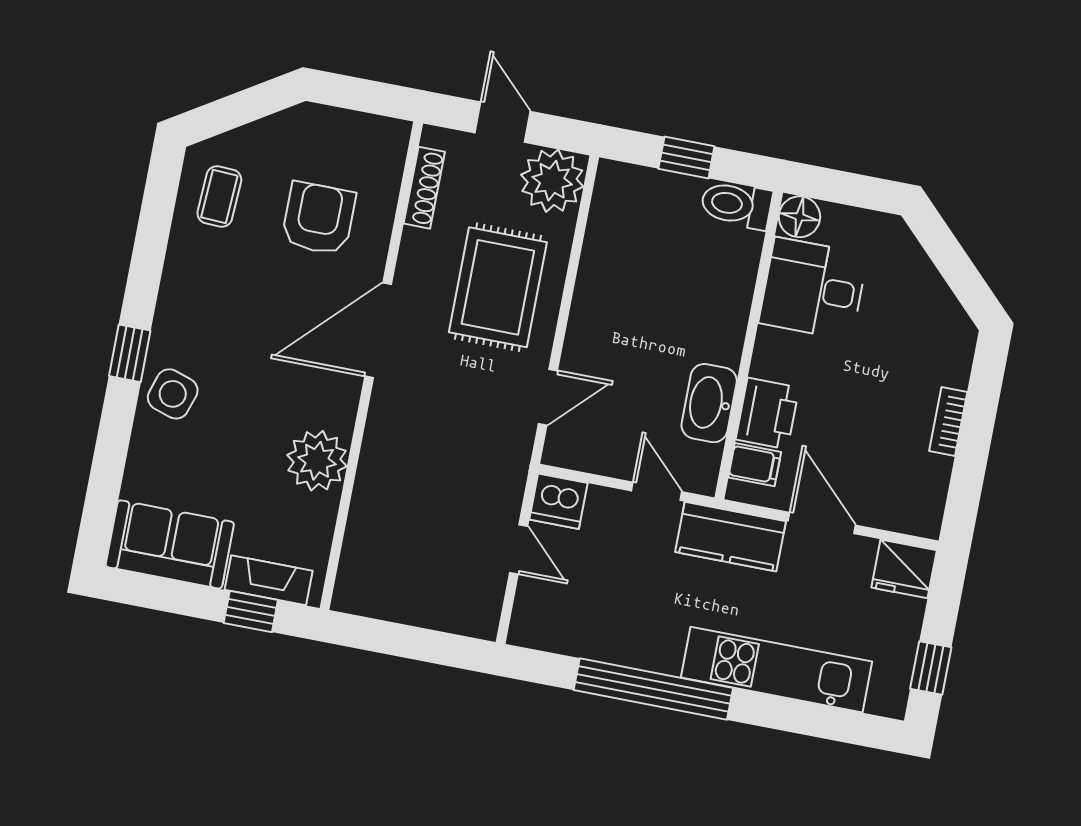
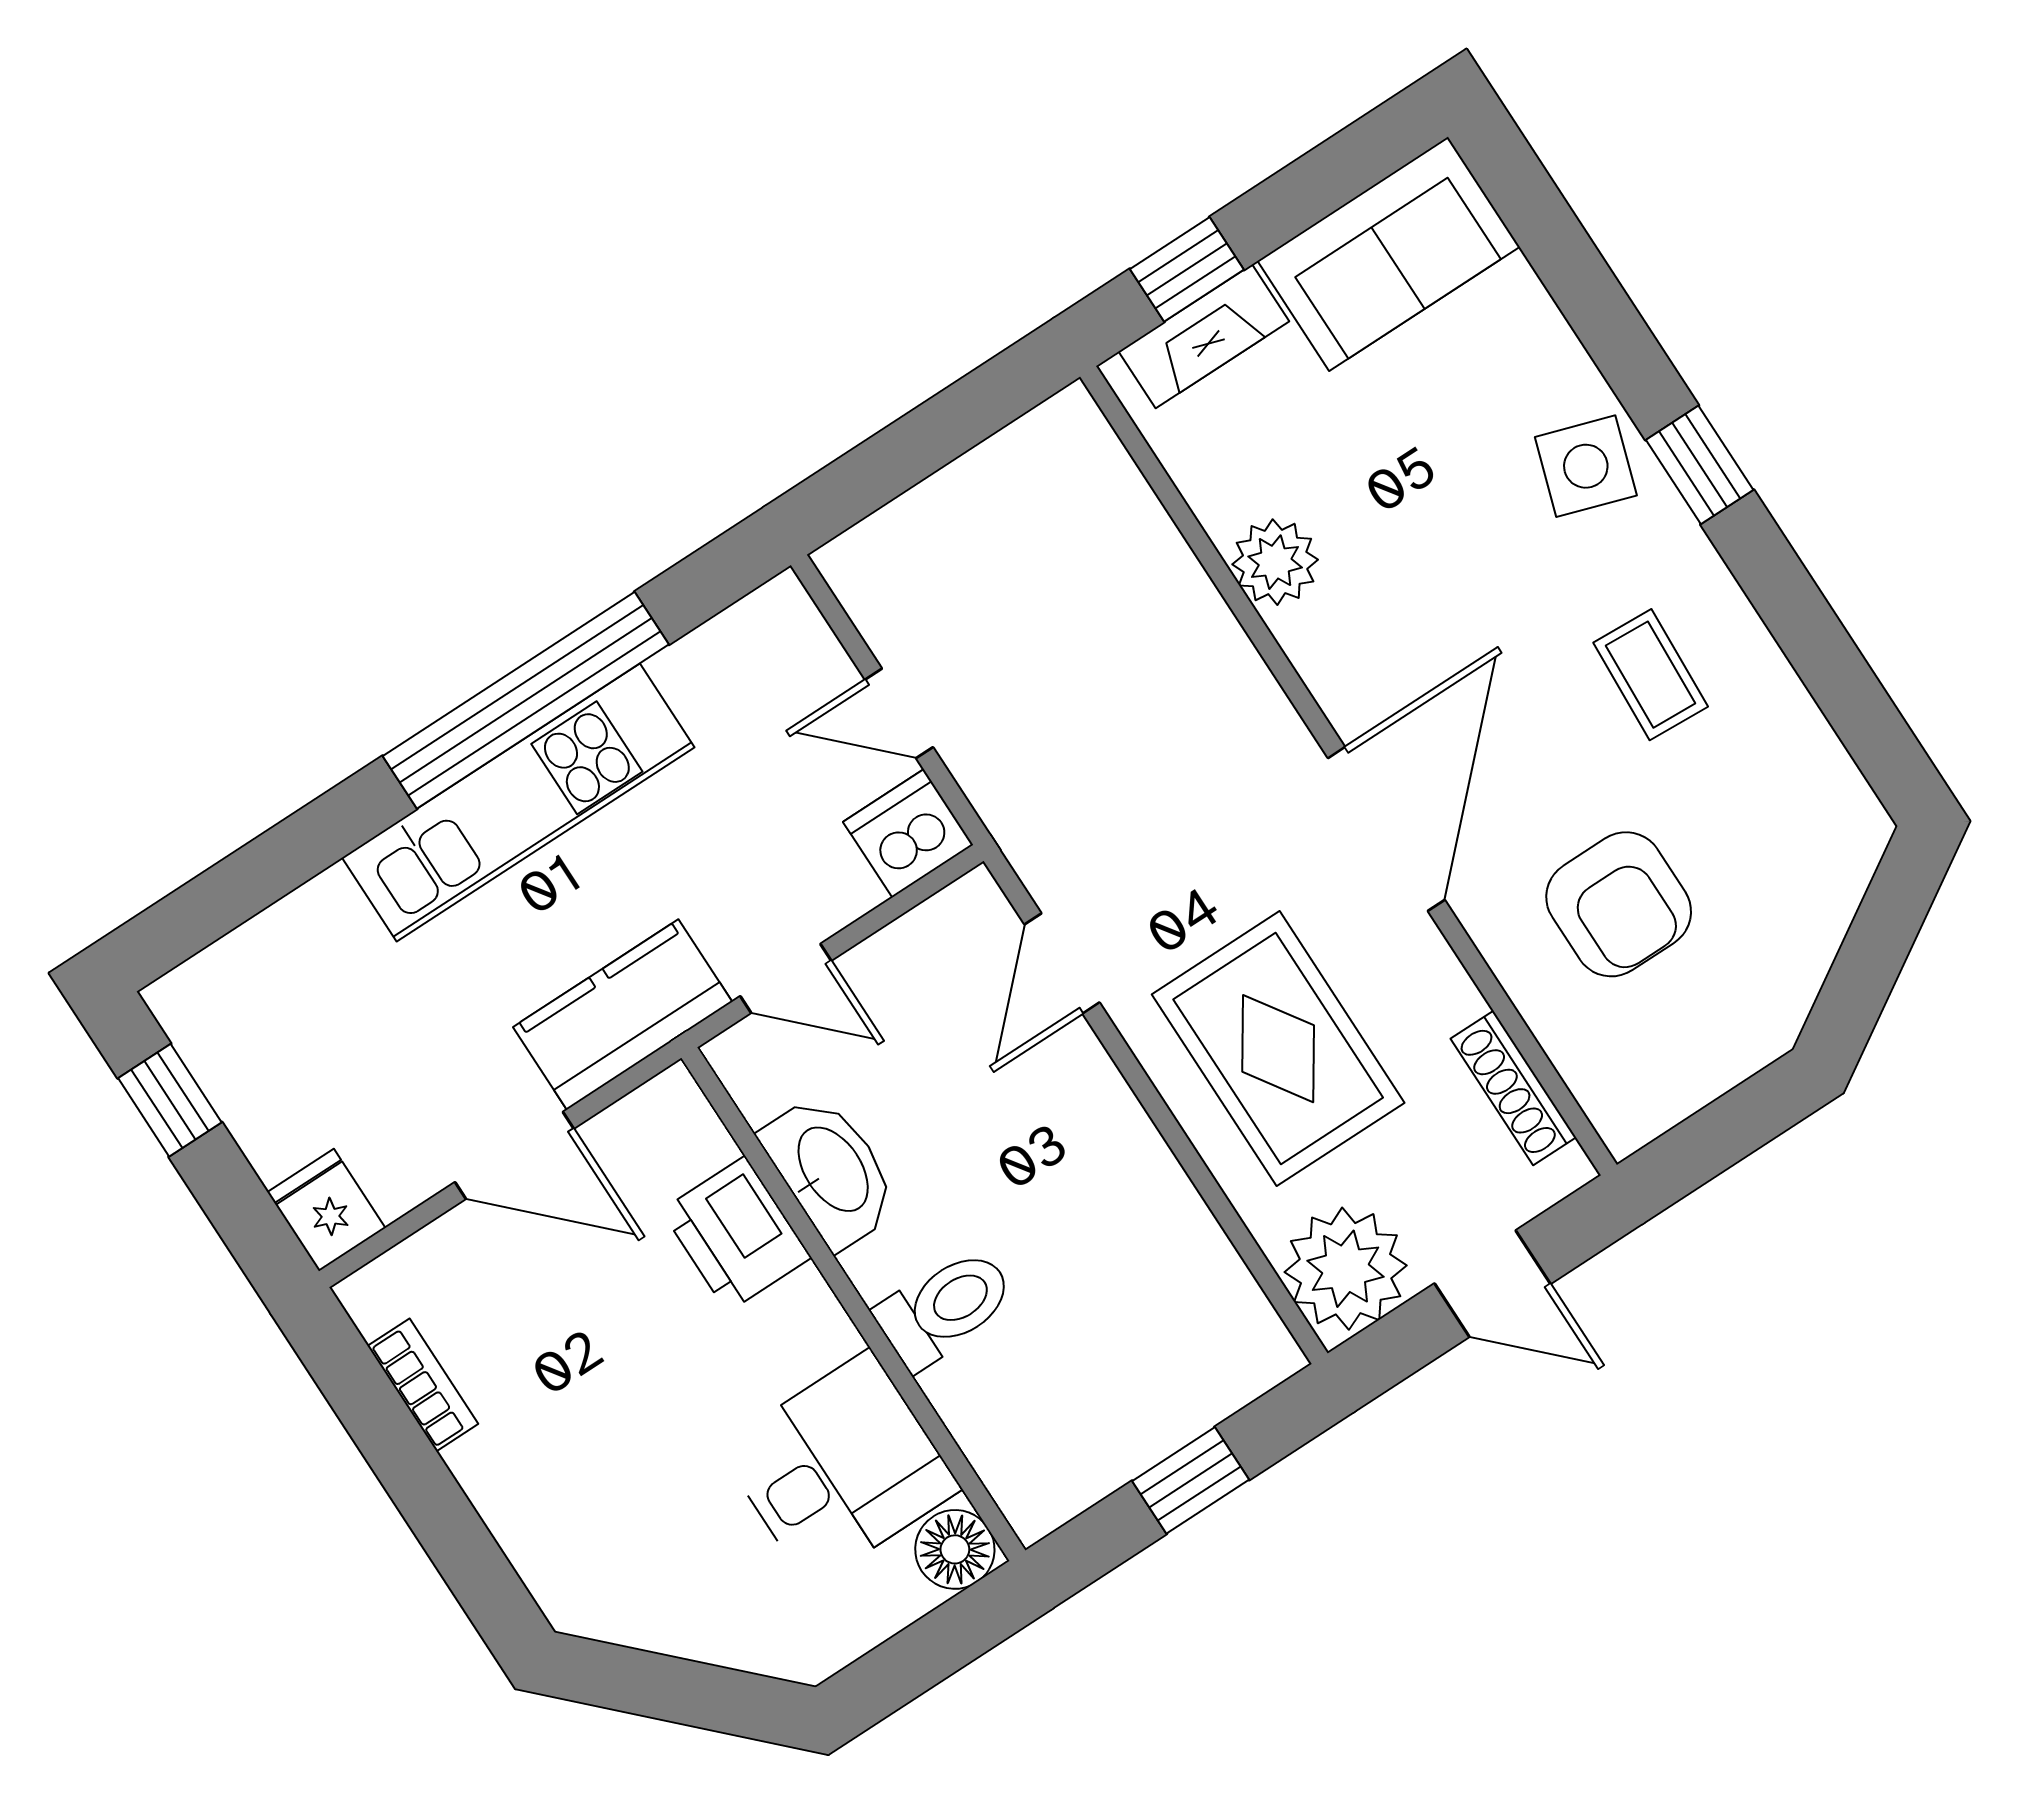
coffee table: (219, 196) -> (1651, 675), moved
toilet: (736, 205) -> (945, 1308), moved
bookcase: (948, 421) -> (423, 1385), moved
plant: (317, 461) -> (1275, 562), width x0.73, depth x0.73
filing cabinet: (755, 465) -> (685, 1146), removed
fridge: (904, 569) -> (326, 1210), width x0.72
kitchen unit: (777, 670) -> (518, 802), moved

